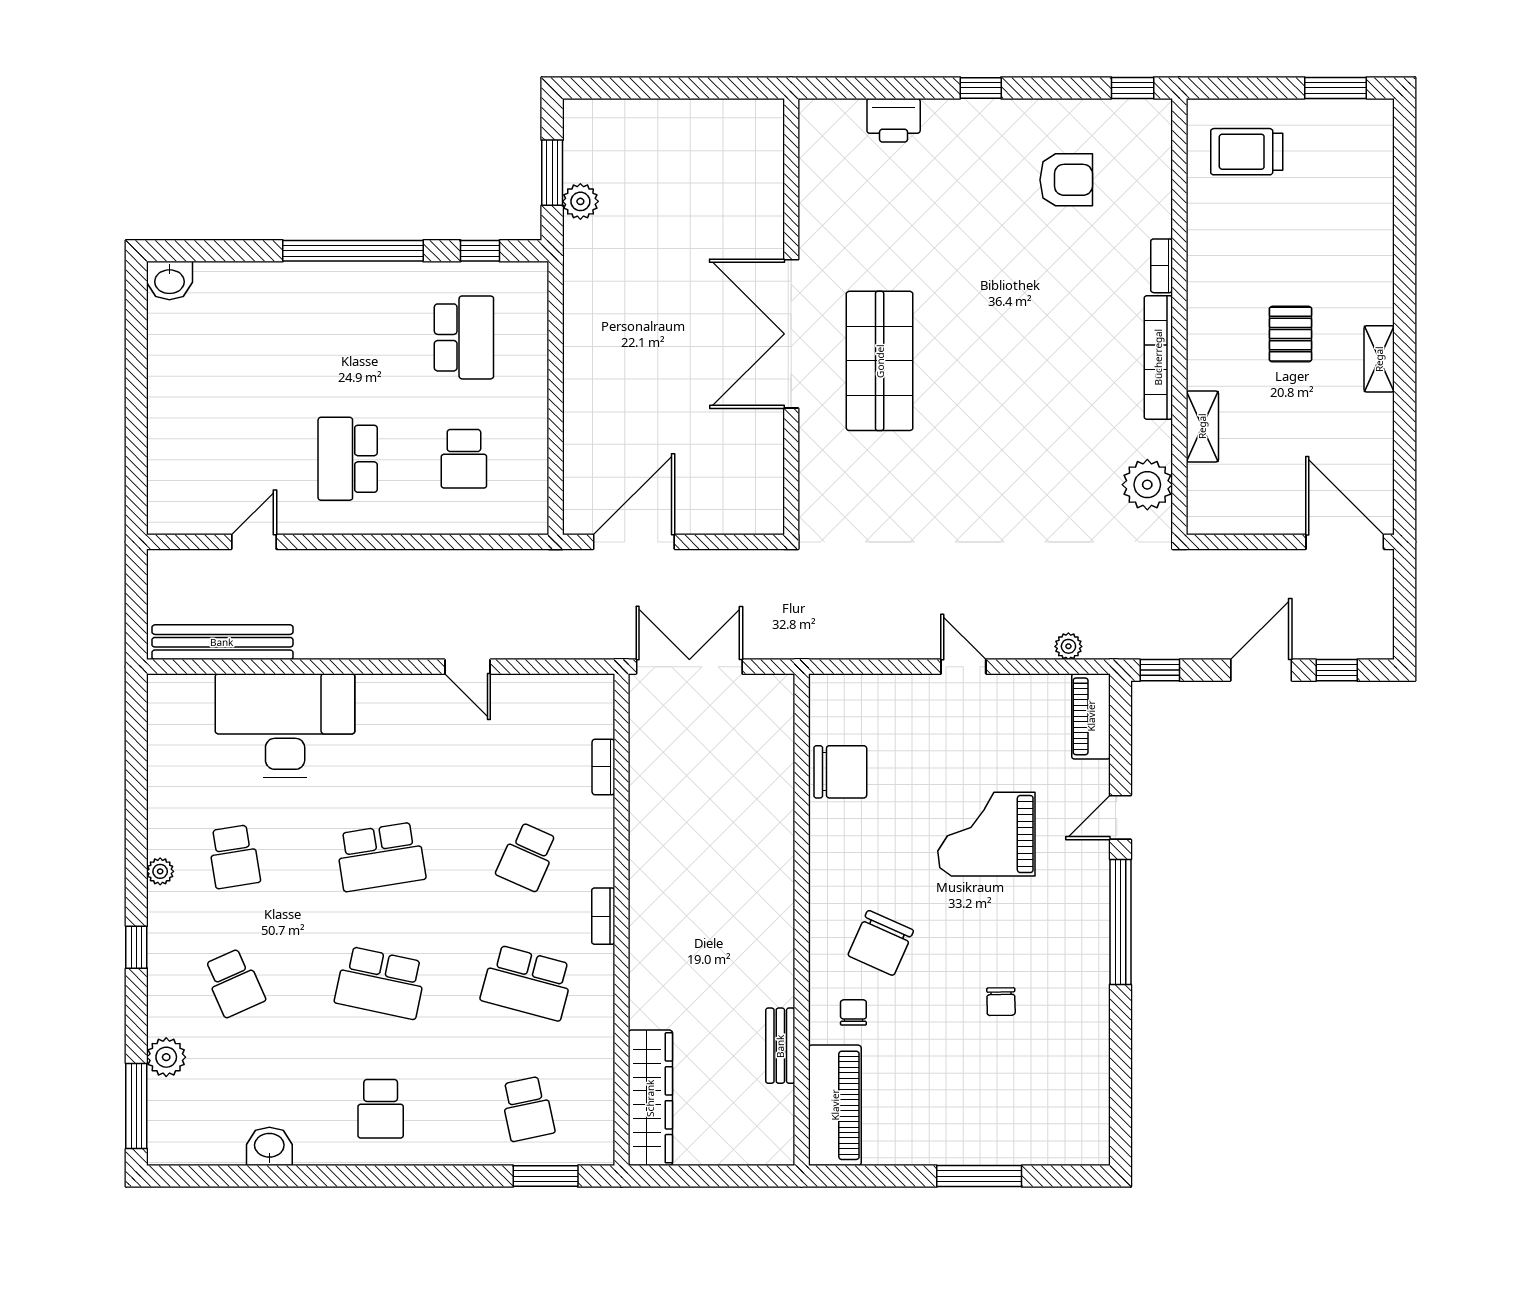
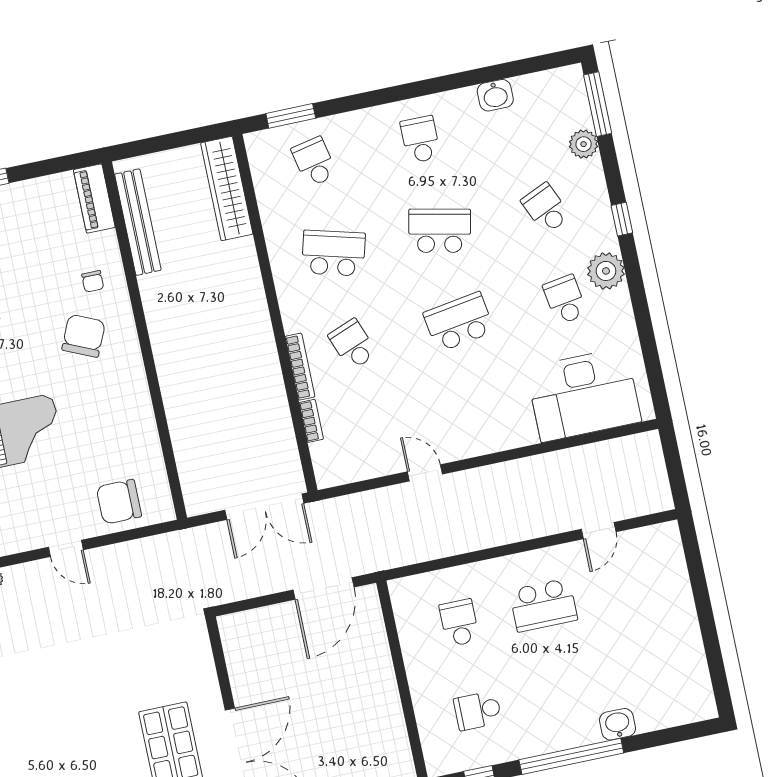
washbasin: (169, 281) -> (618, 724), moved
school desk: (464, 337) -> (478, 711), width x0.54
school desk: (348, 459) -> (543, 605), turned 90
bench: (222, 642) -> (606, 453), removed
desk: (285, 726) -> (584, 395), moved
chair: (840, 772) -> (119, 502), moved
school desk: (527, 857) -> (353, 344), turned -45
plant: (160, 871) -> (606, 271), width x1.87, depth x1.87
bookcase: (603, 916) -> (300, 367), moved, width x1.56
bench: (780, 1046) -> (138, 222), width x1.86, depth x1.21
piano: (835, 1105) -> (94, 199), width x0.73, depth x0.75

